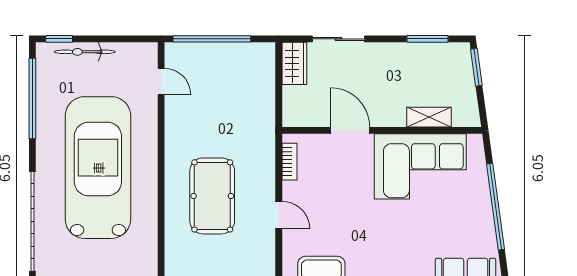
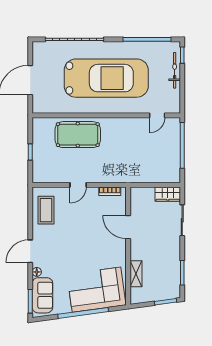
door: (350, 130) -> (128, 227), swing flipped
corner sofa: (420, 166) -> (96, 290), moved, turned 82
pool table: (212, 196) -> (78, 135), moved

